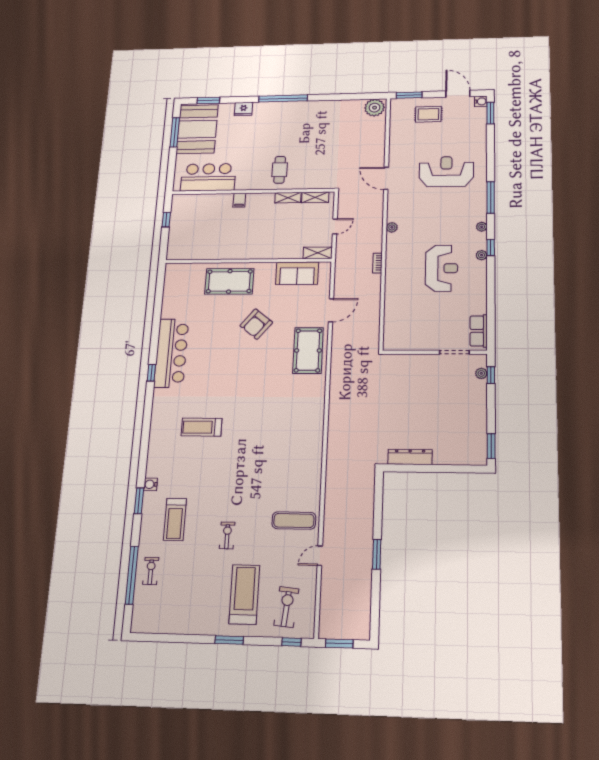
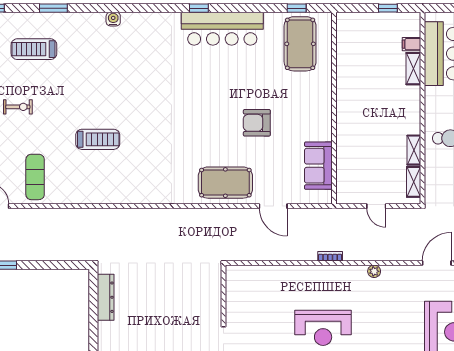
filing cabinet: (239, 200) -> (412, 44), moved
shelving: (318, 253) -> (413, 69), moved
pool table: (229, 281) -> (300, 44), moved
window: (159, 292) -> (297, 8), added
armchair: (256, 324) -> (257, 123), turned -39
treadmill: (202, 427) -> (98, 139), moved, turned 90
water cooler: (151, 484) -> (113, 19), moved

